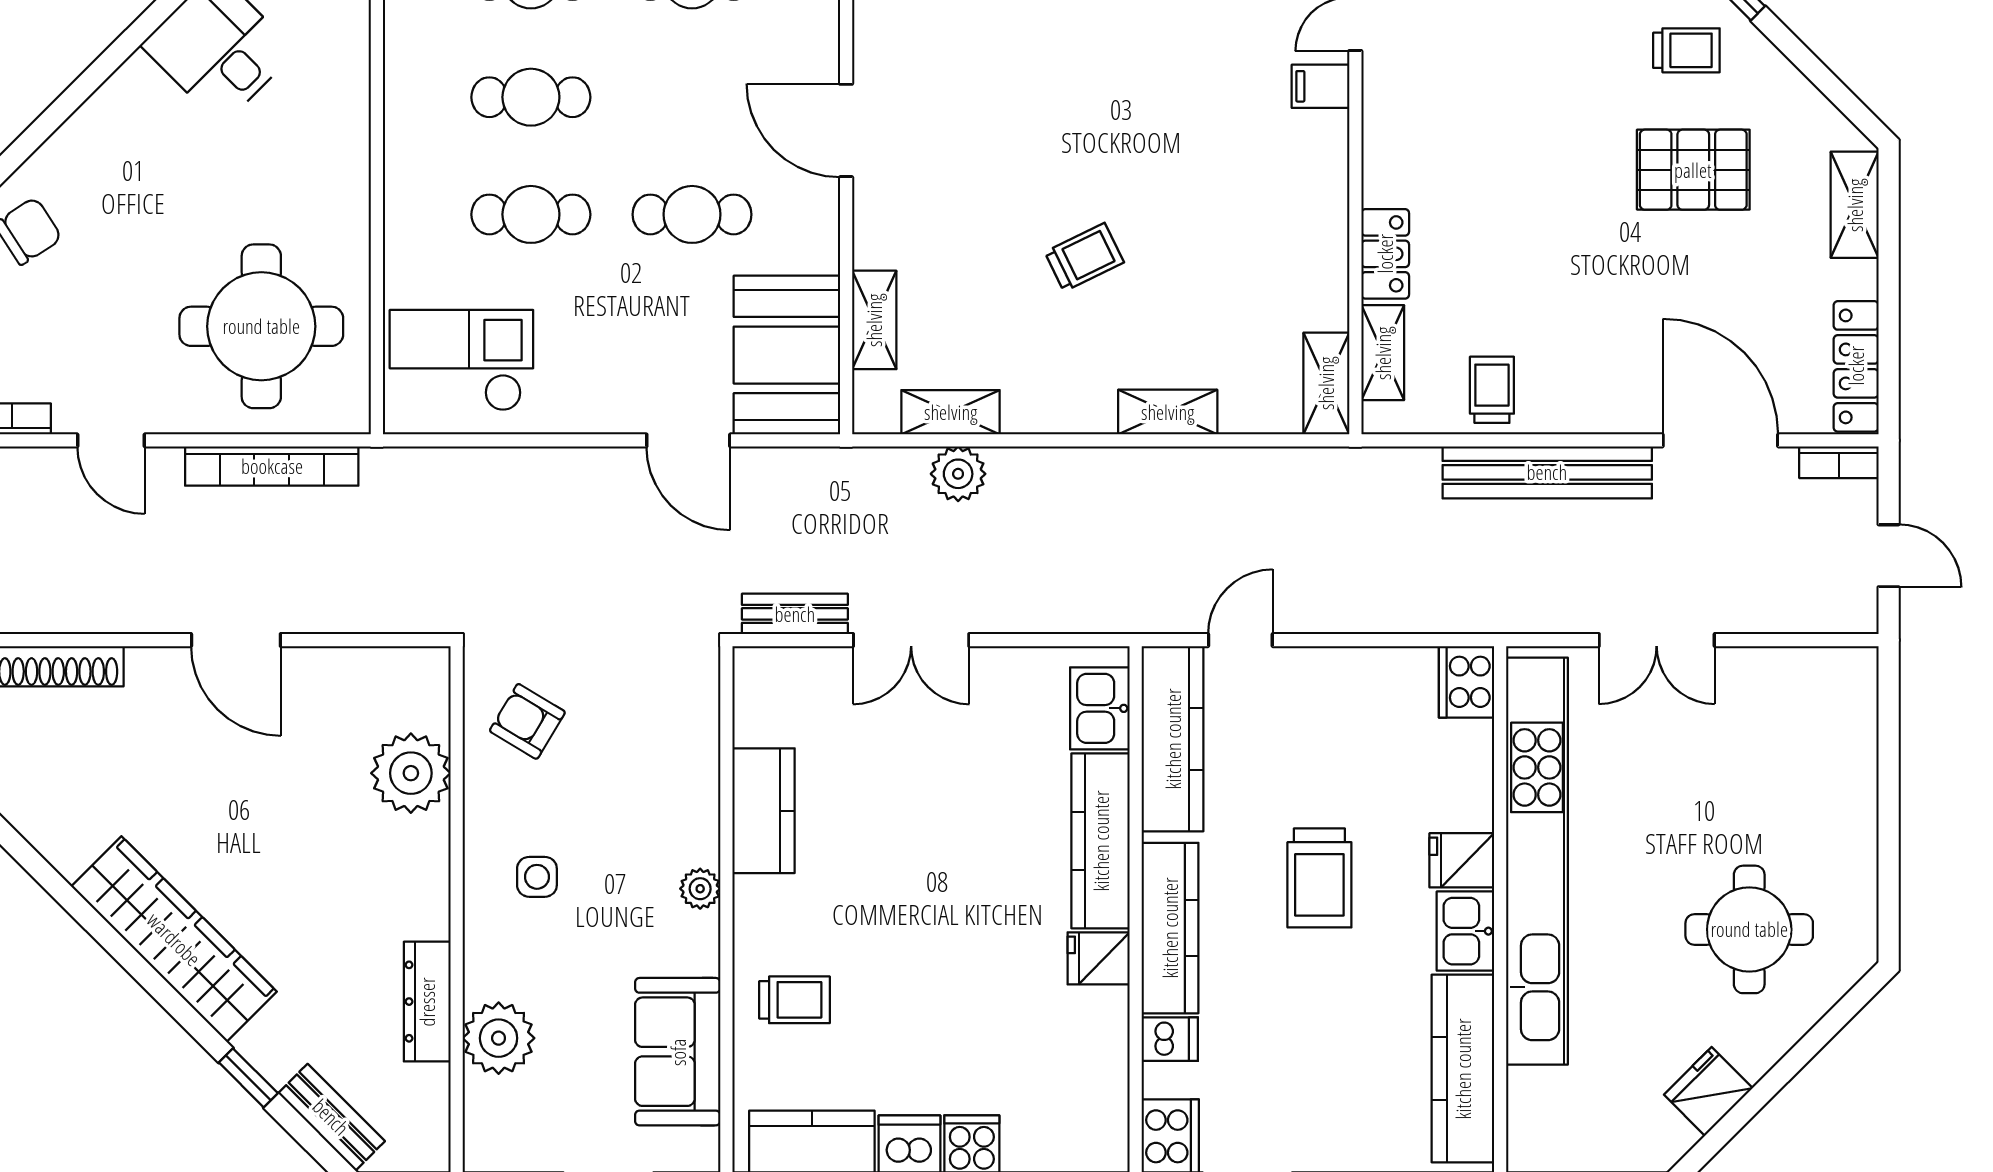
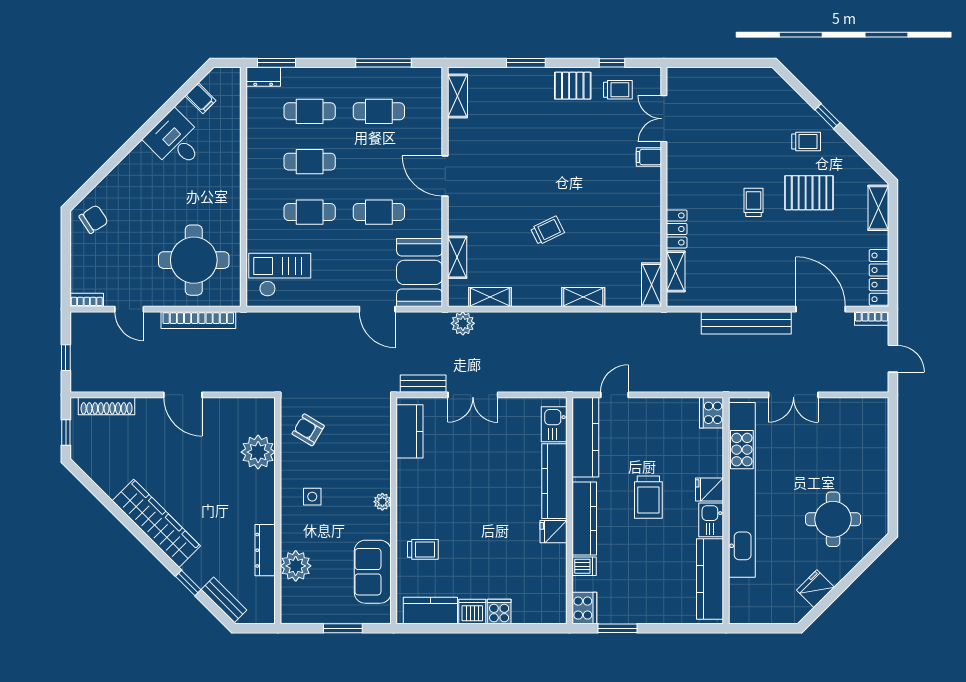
trolley: (1492, 390) -> (754, 202), moved
plant: (958, 474) -> (463, 323), moved
kitchen counter: (763, 811) -> (410, 431), moved

